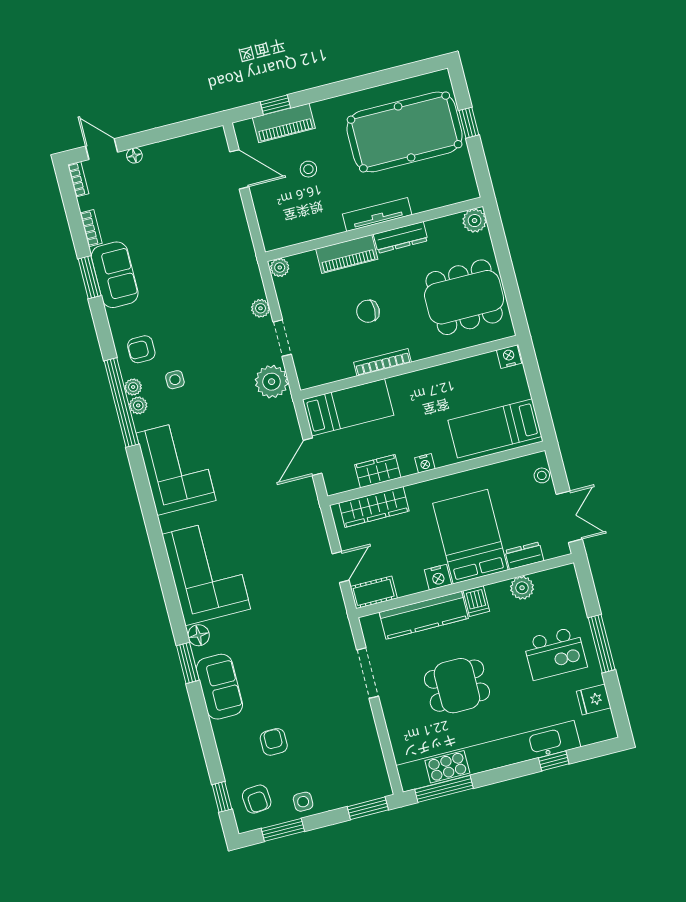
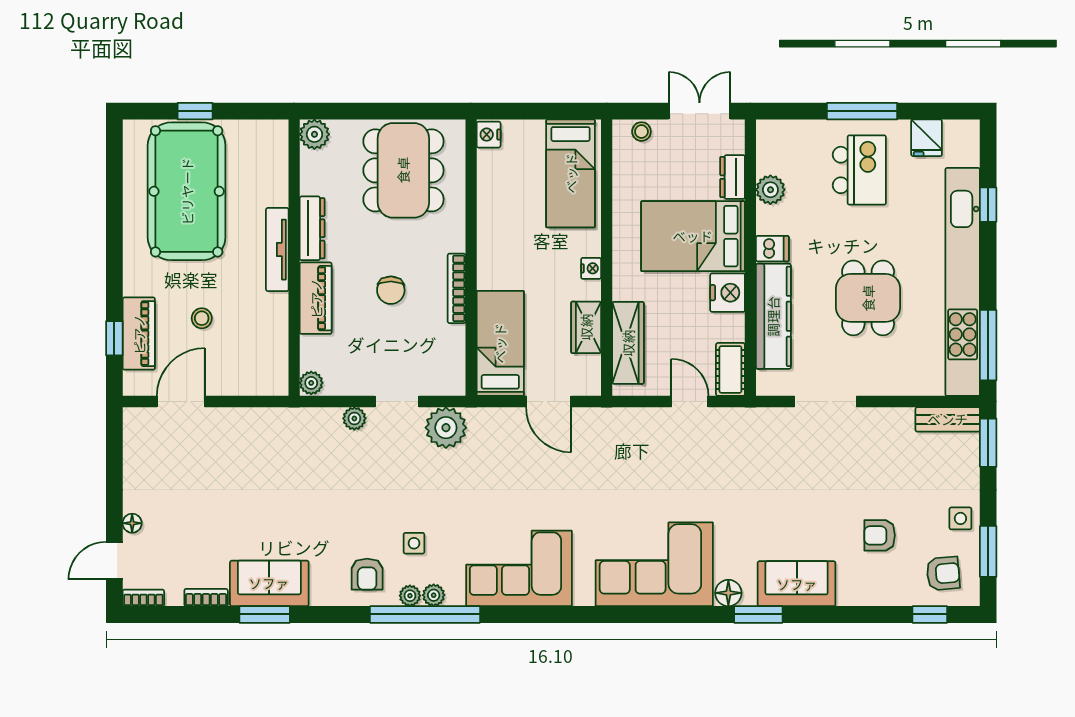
nightstand: (438, 577) -> (728, 293), width x1.36, depth x1.33
bench: (378, 772) -> (948, 419), added

